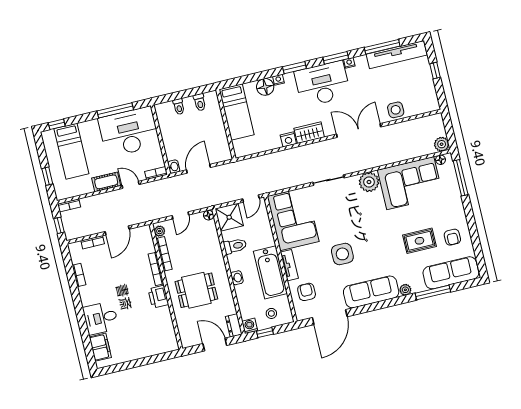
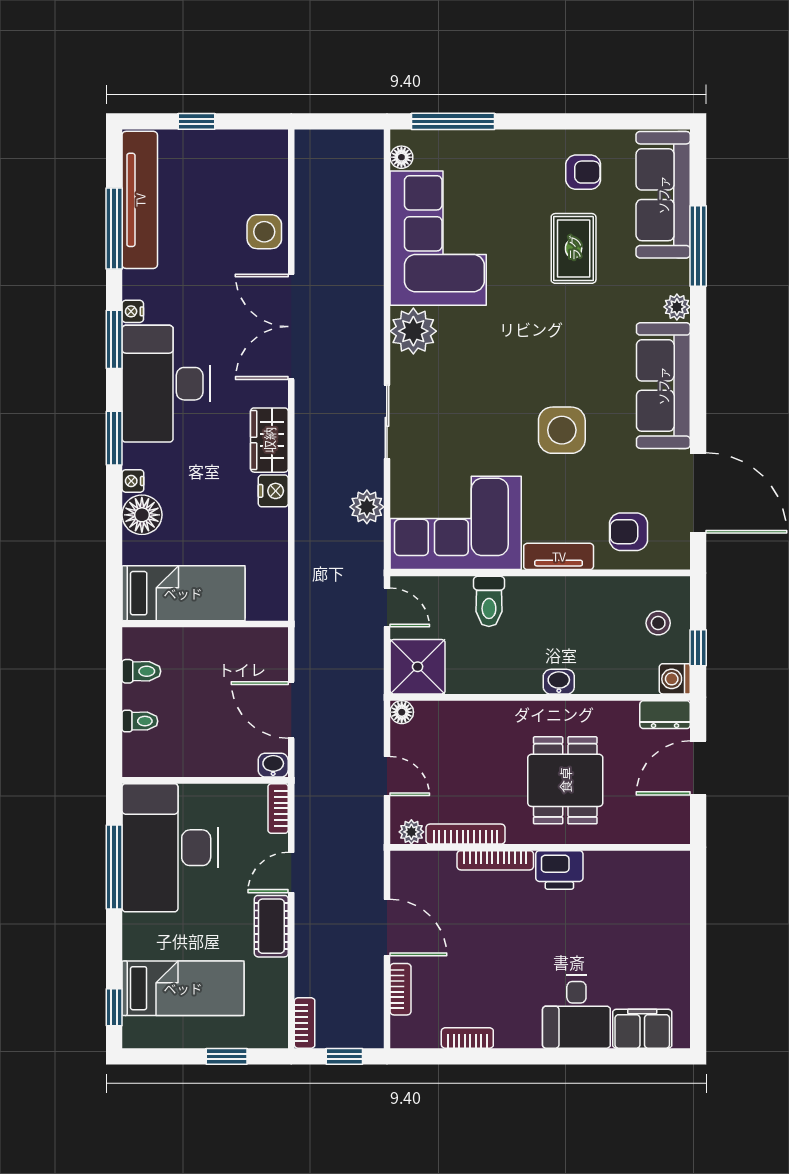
plant: (442, 144) -> (367, 507), moved
toilet: (235, 246) -> (489, 601), moved, turned 180
bathtub: (270, 272) -> (565, 603), removed

